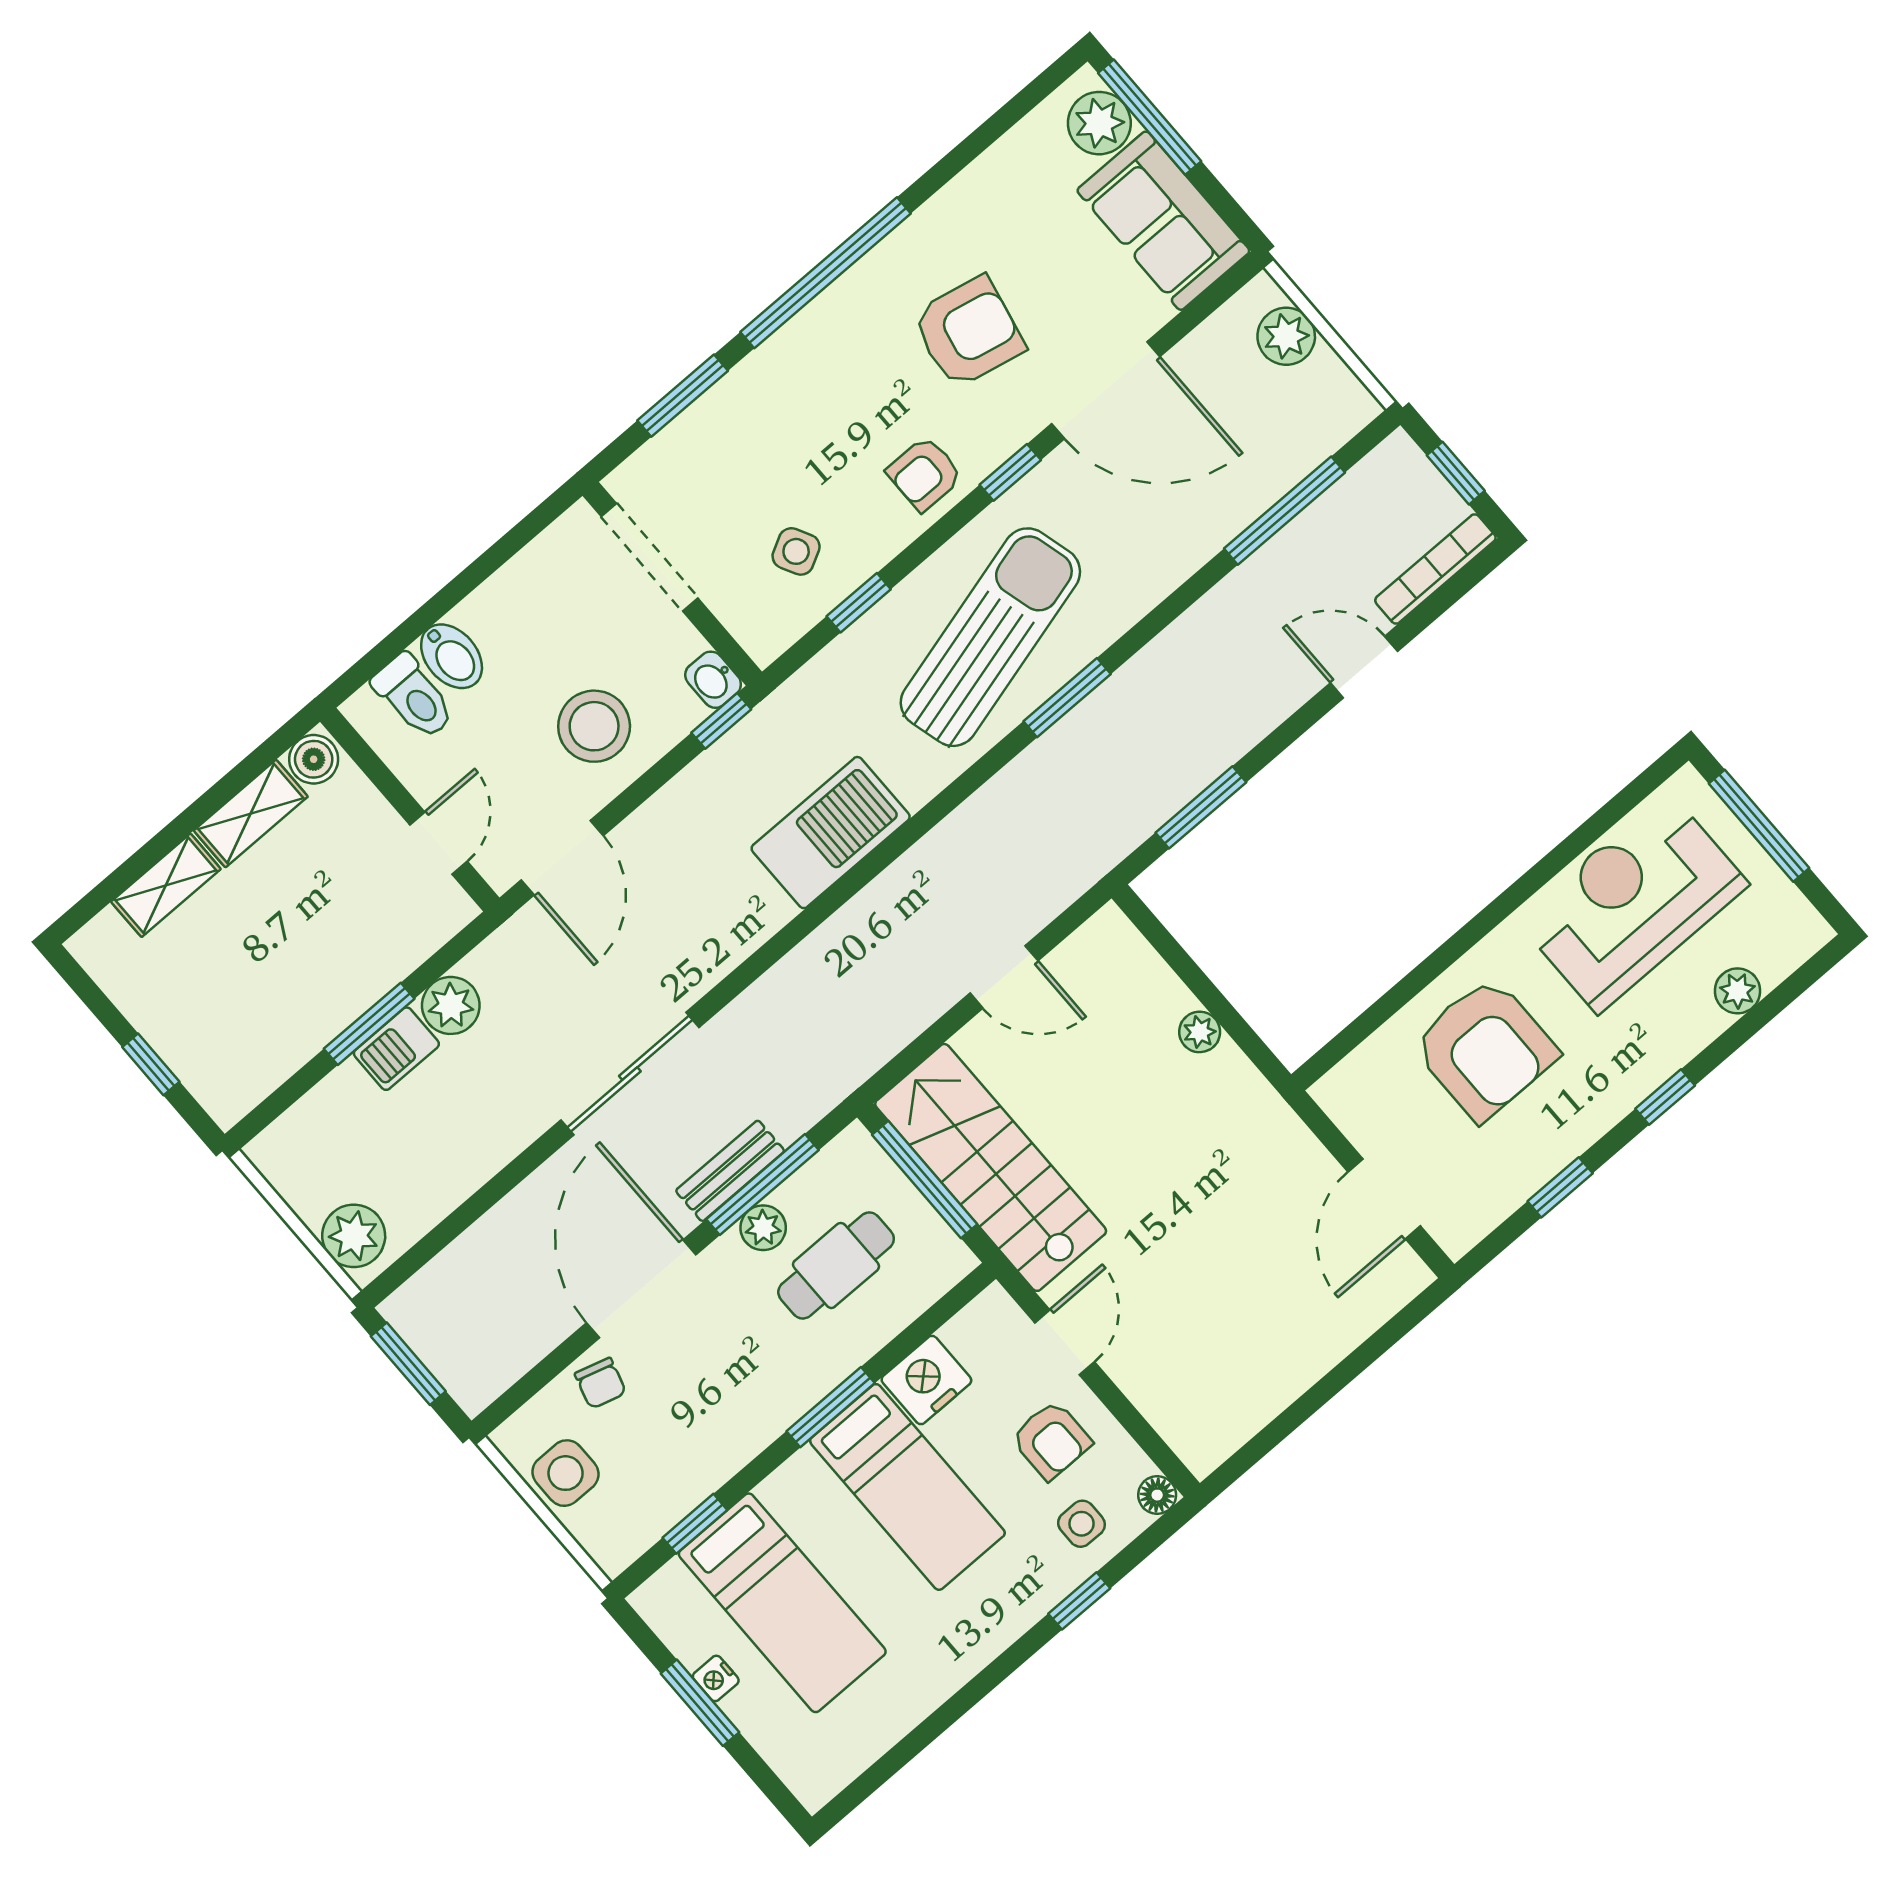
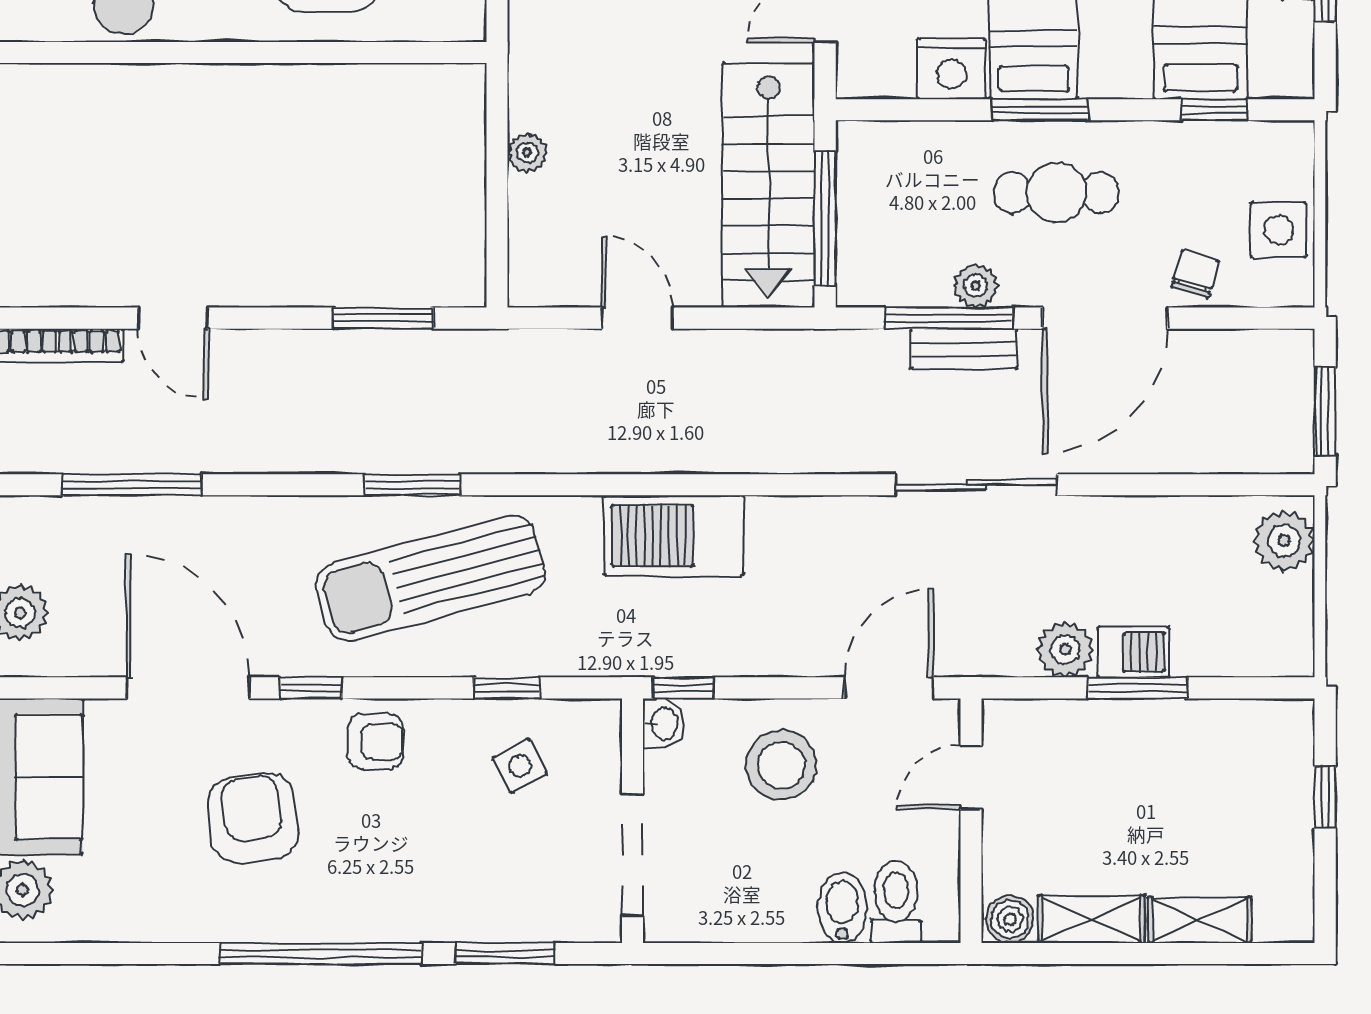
armchair: (968, 332) -> (253, 818), turned 70
cafe table: (836, 1265) -> (1057, 193), moved

